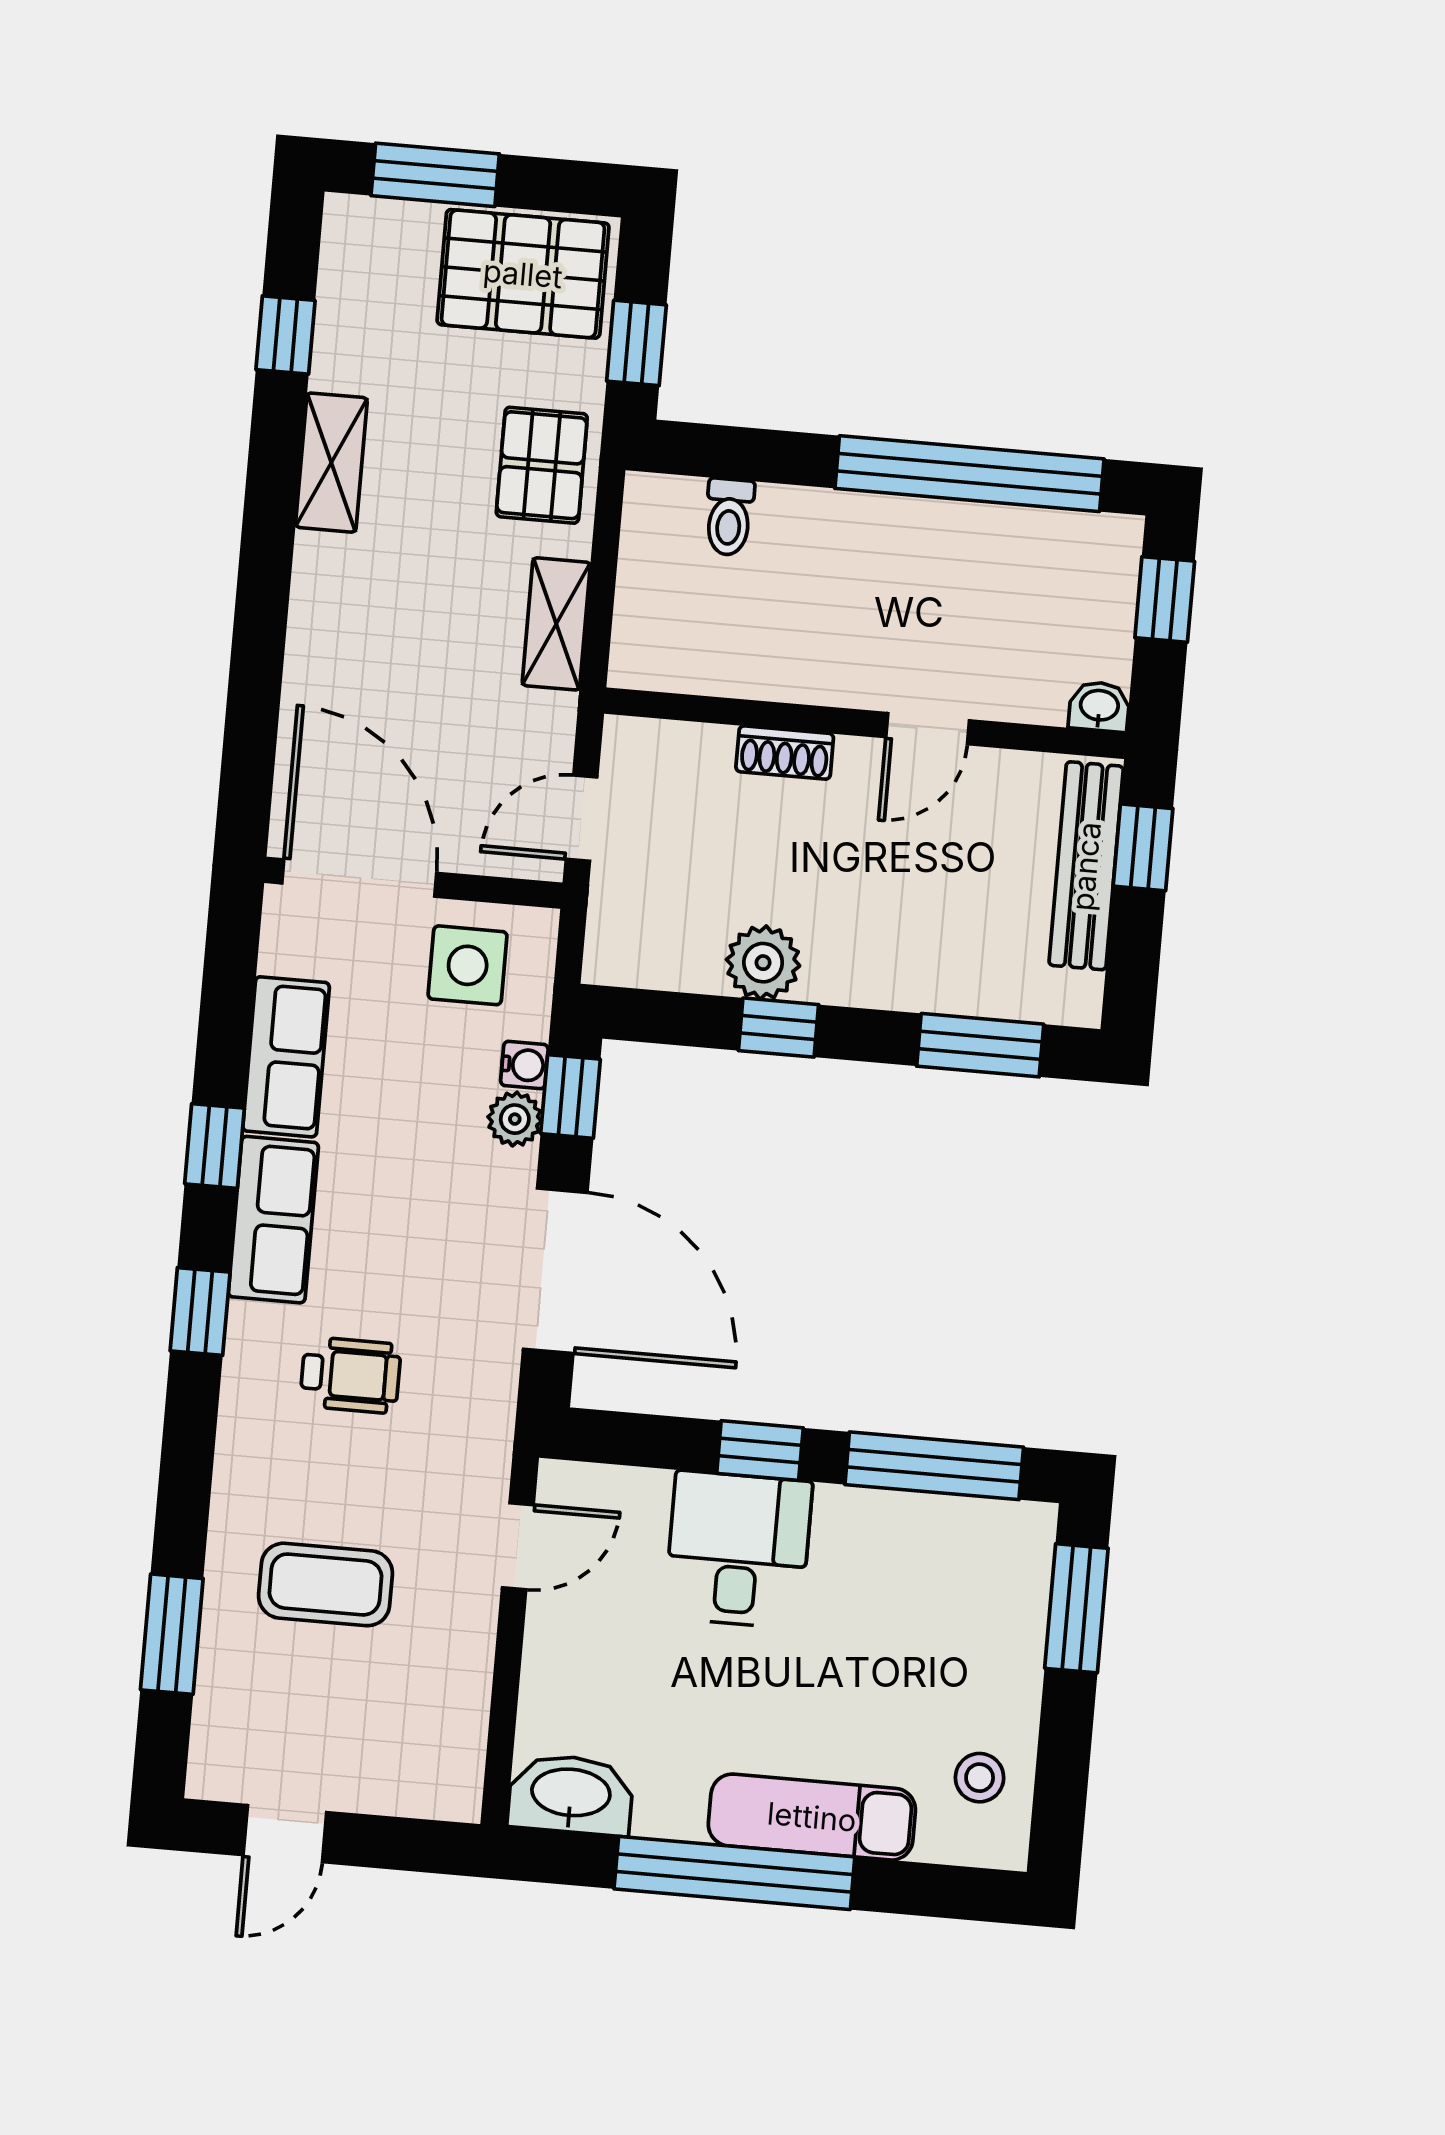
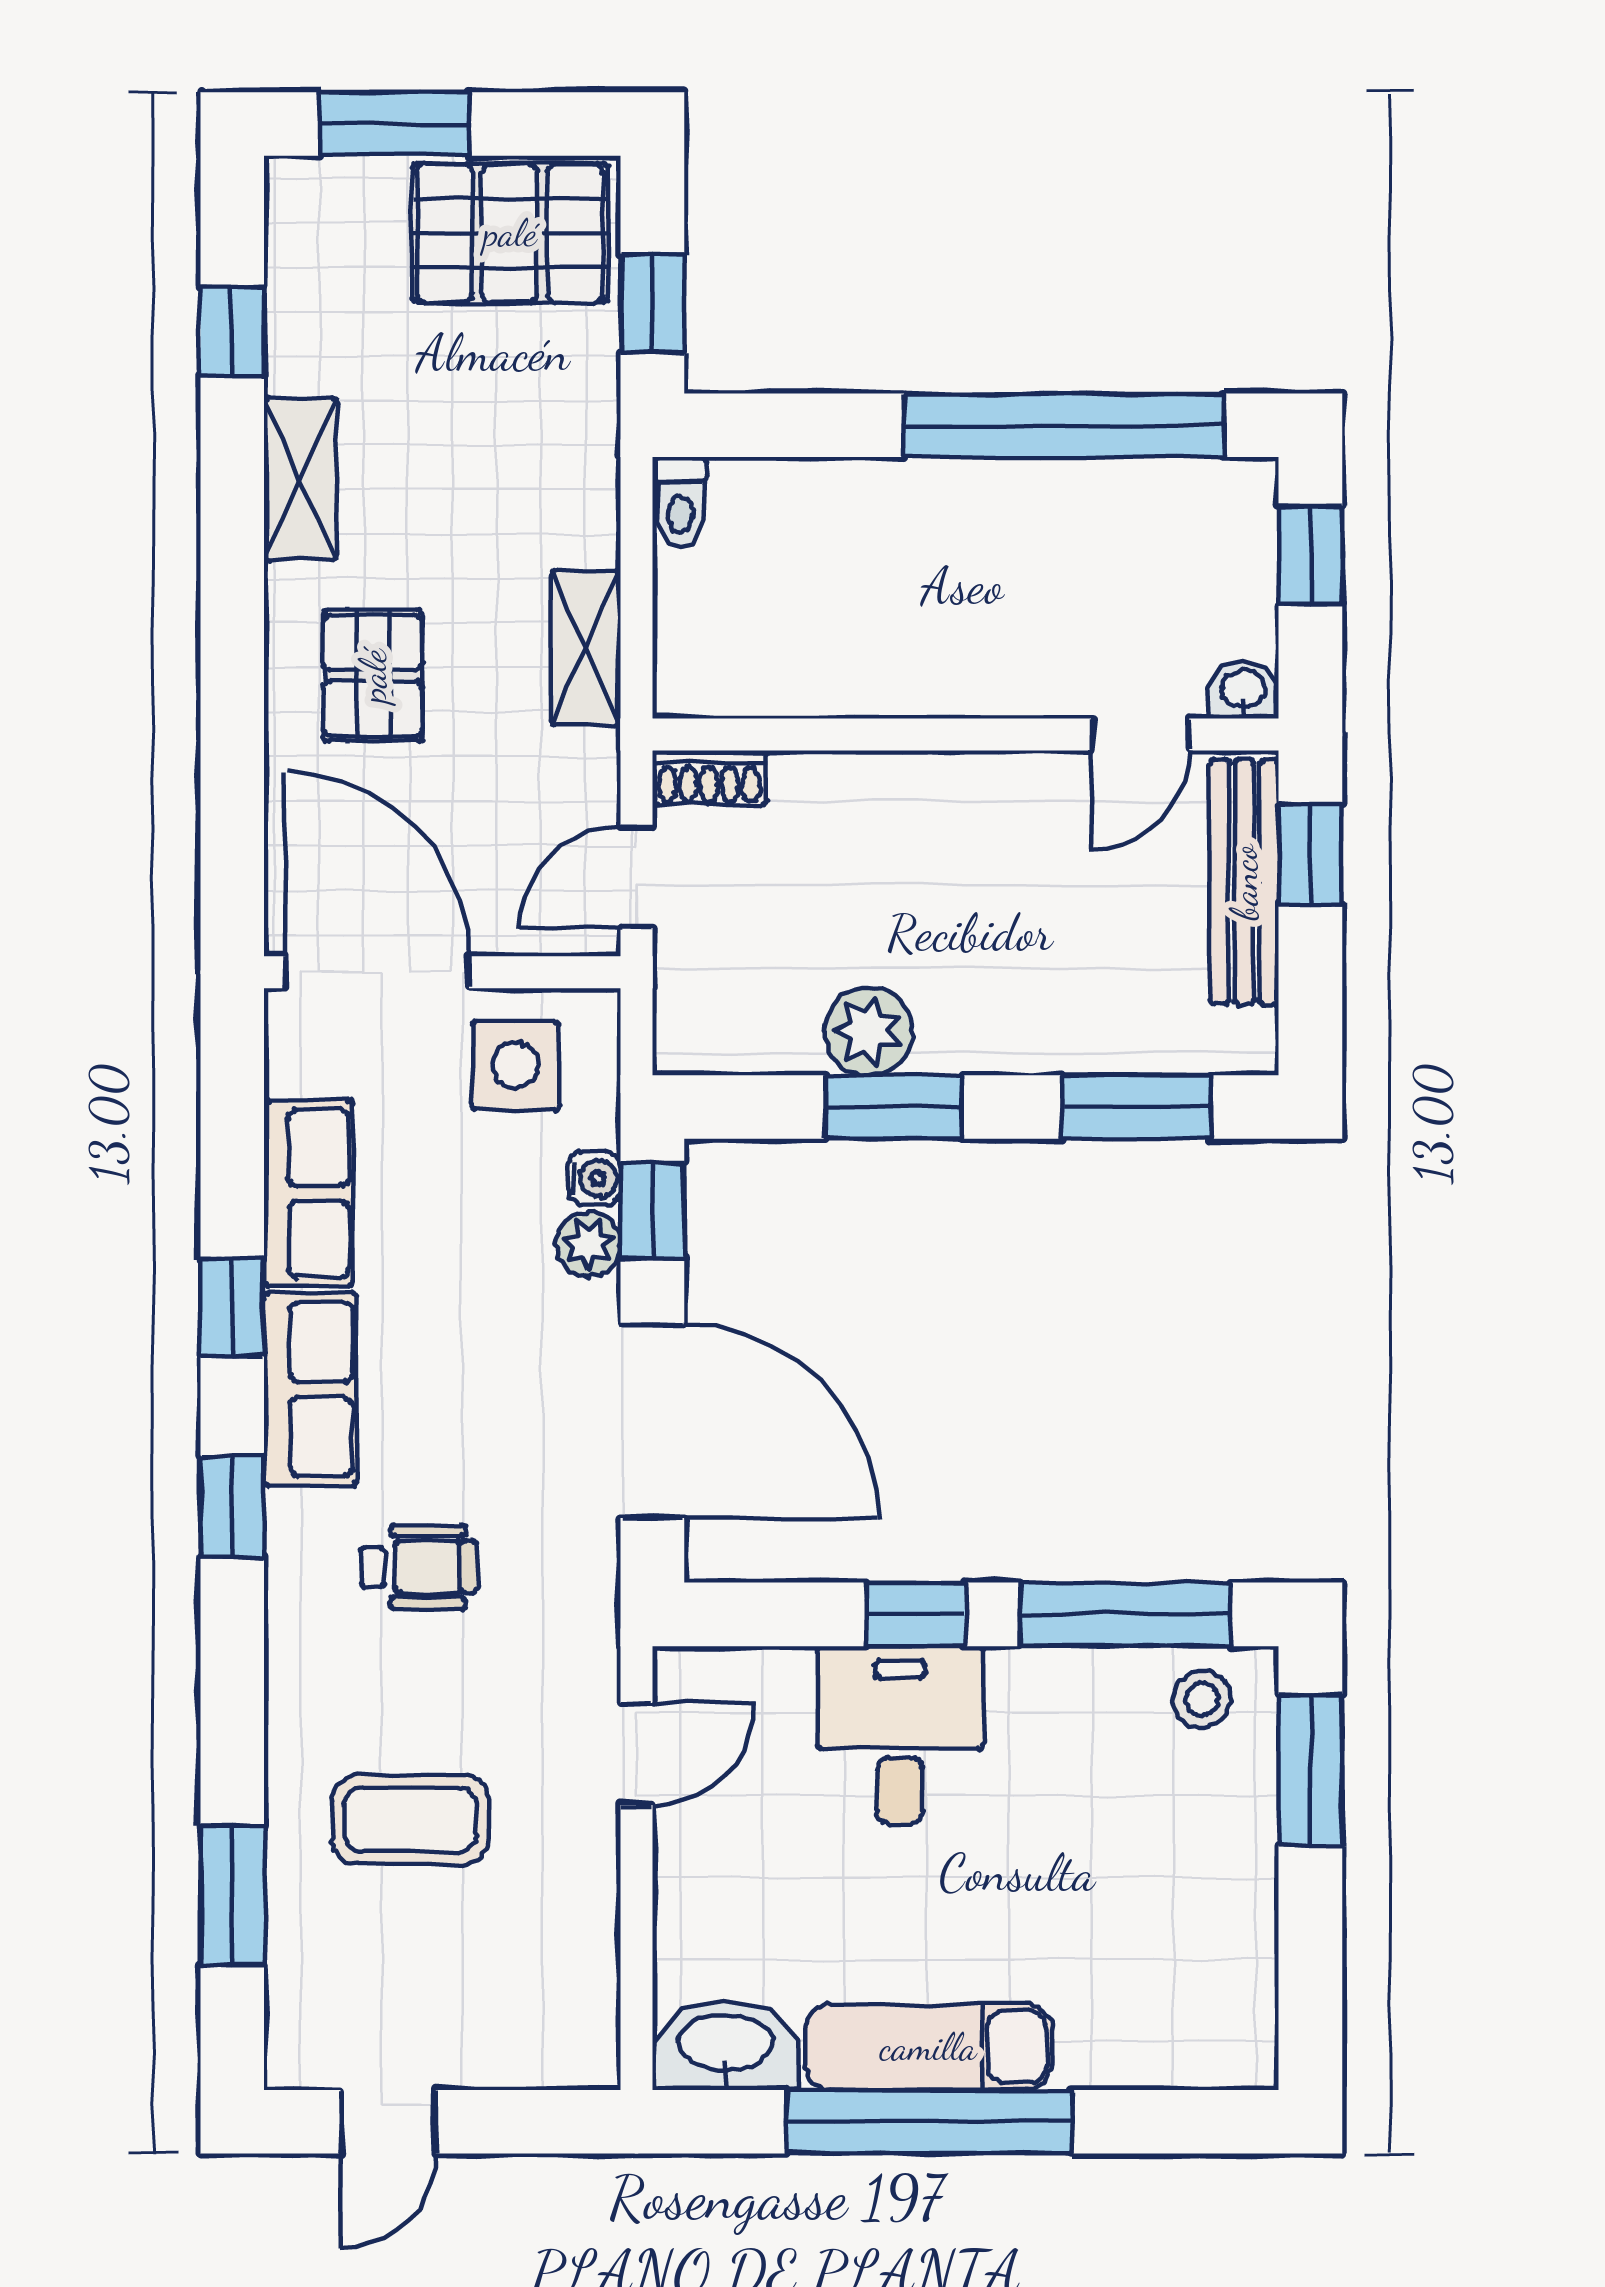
pallet: (542, 465) -> (373, 676), moved
toilet: (729, 517) -> (680, 502), moved
door: (928, 729) -> (1140, 734), moved
shoe rack: (785, 753) -> (709, 778), moved
window: (778, 1028) -> (894, 1107), width x1.50
stool: (980, 1778) -> (1202, 1699), moved
exam couch: (812, 1817) -> (928, 2047), moved

